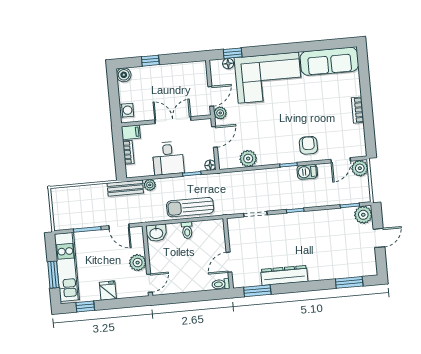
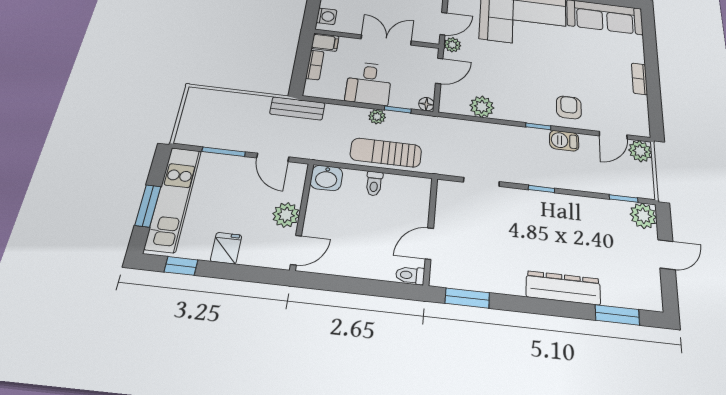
plant: (150, 185) -> (377, 117), moved
dresser: (284, 275) -> (563, 288), moved

